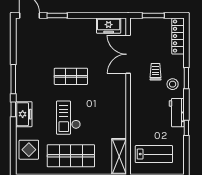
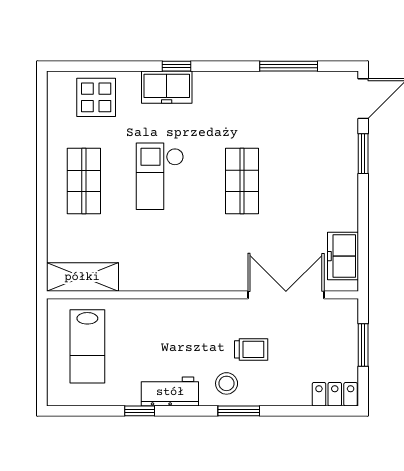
locker: (178, 36) -> (335, 394), width x0.66
window: (13, 79) -> (289, 66), moved
checkout: (68, 118) -> (160, 176), turned -90
shop shelf: (71, 156) -> (84, 181), width x0.70, depth x0.74

